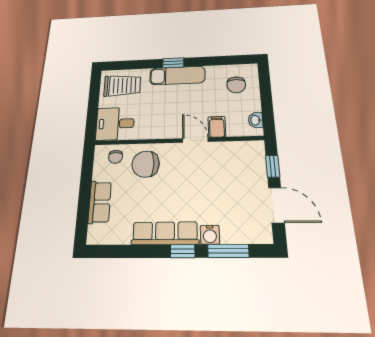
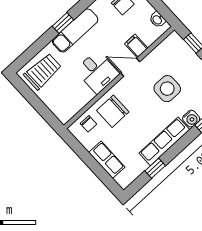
desk: (115, 124) -> (97, 72), moved, turned -90
side table: (212, 186) -> (167, 89), added
window: (183, 251) -> (155, 168), moved

